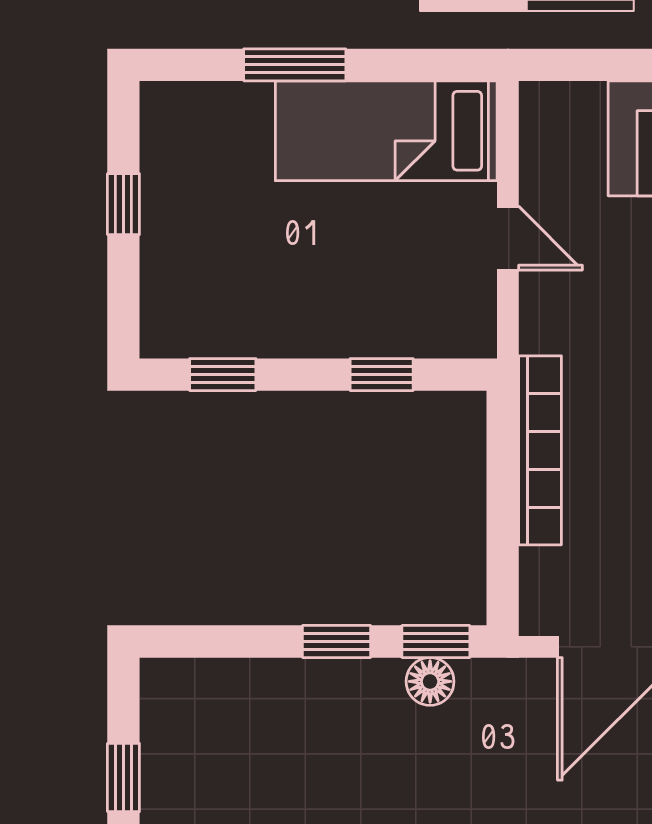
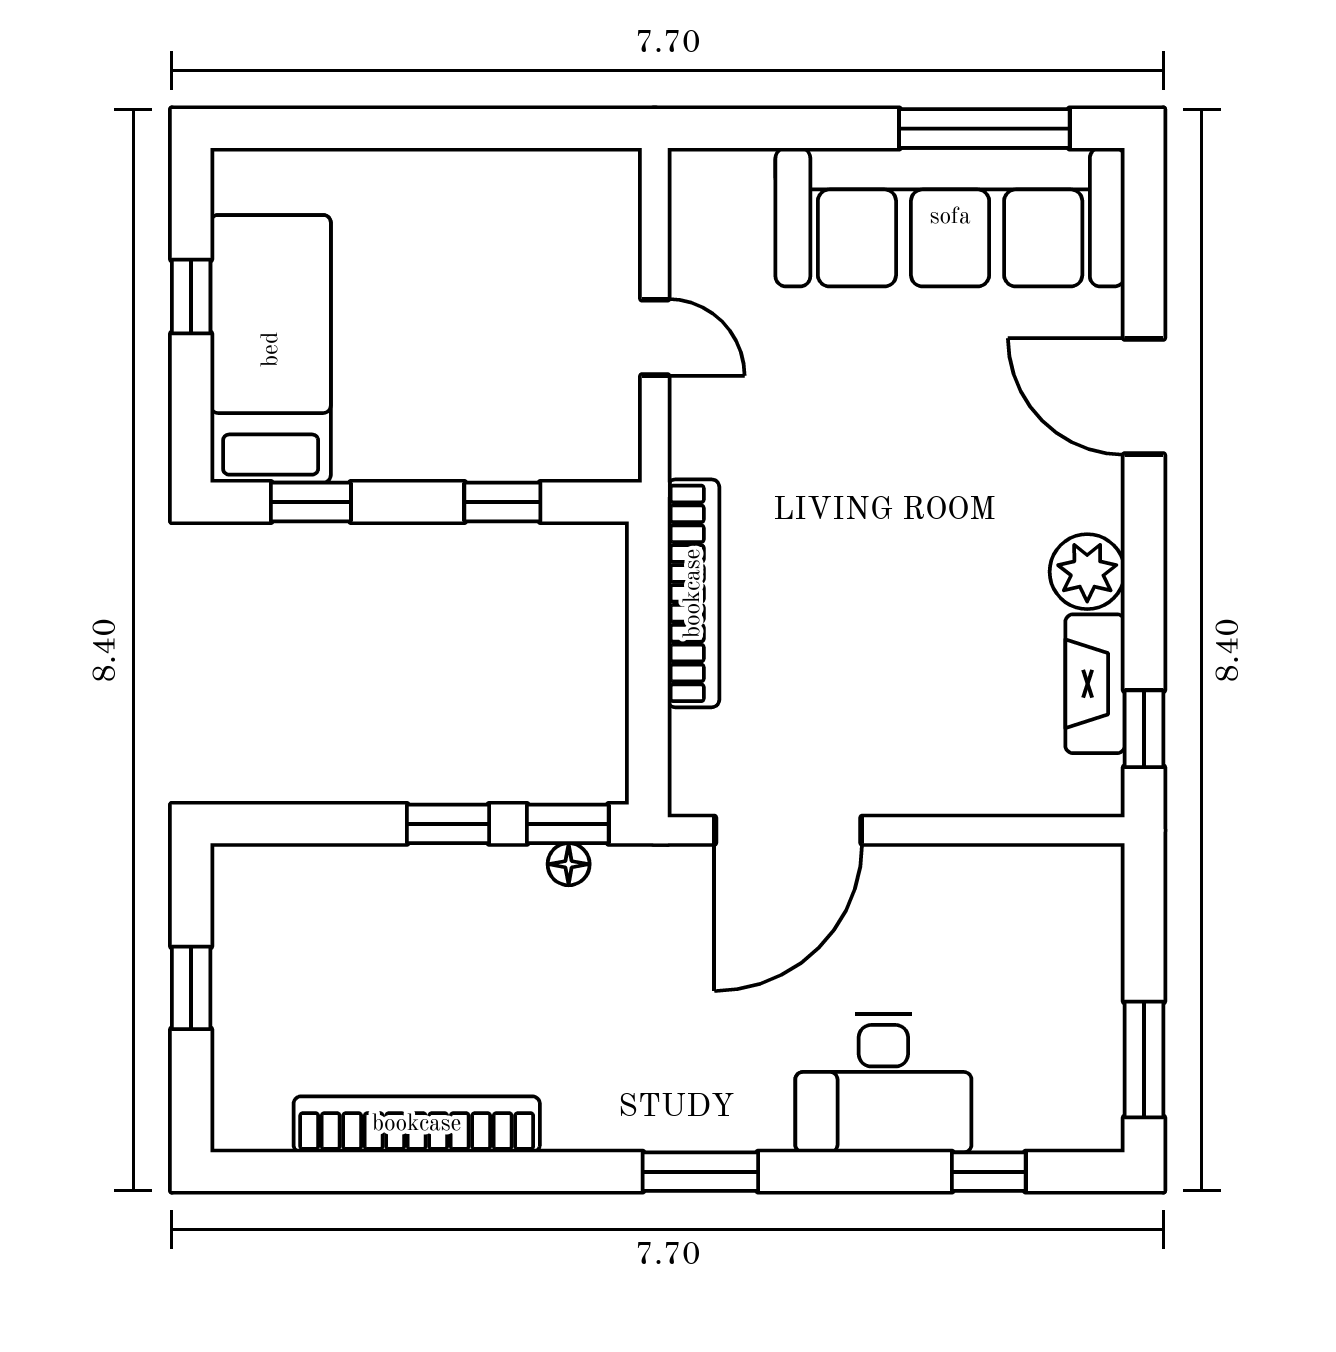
window: (295, 65) -> (398, 129), removed
bed: (386, 131) -> (271, 349), moved, turned 90
floor lamp: (430, 681) -> (569, 864), width x0.73, depth x0.73

